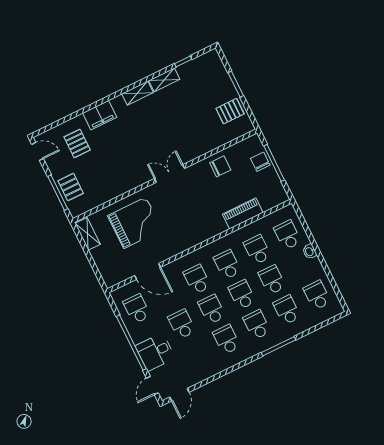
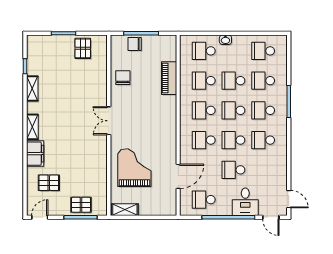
shelving: (137, 93) -> (32, 127), moved

